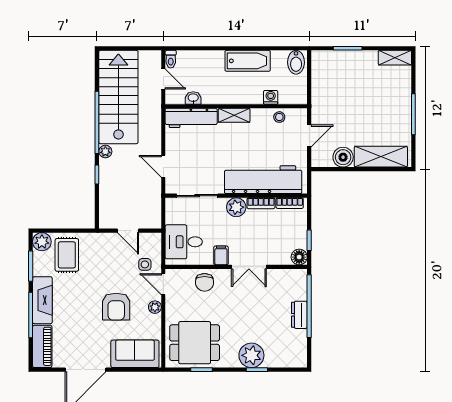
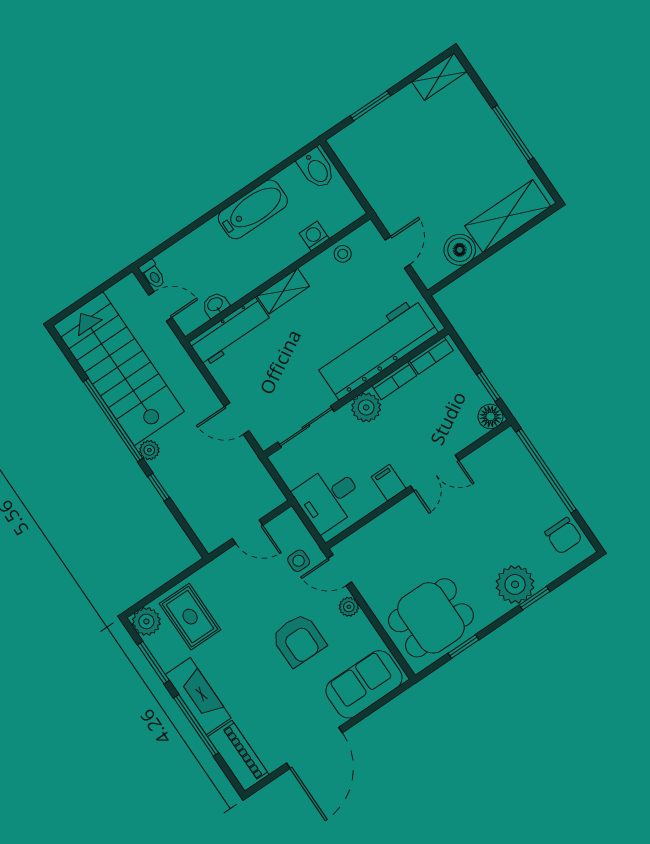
chair: (205, 282) -> (564, 536), moved
dresser: (299, 315) -> (541, 491), removed

